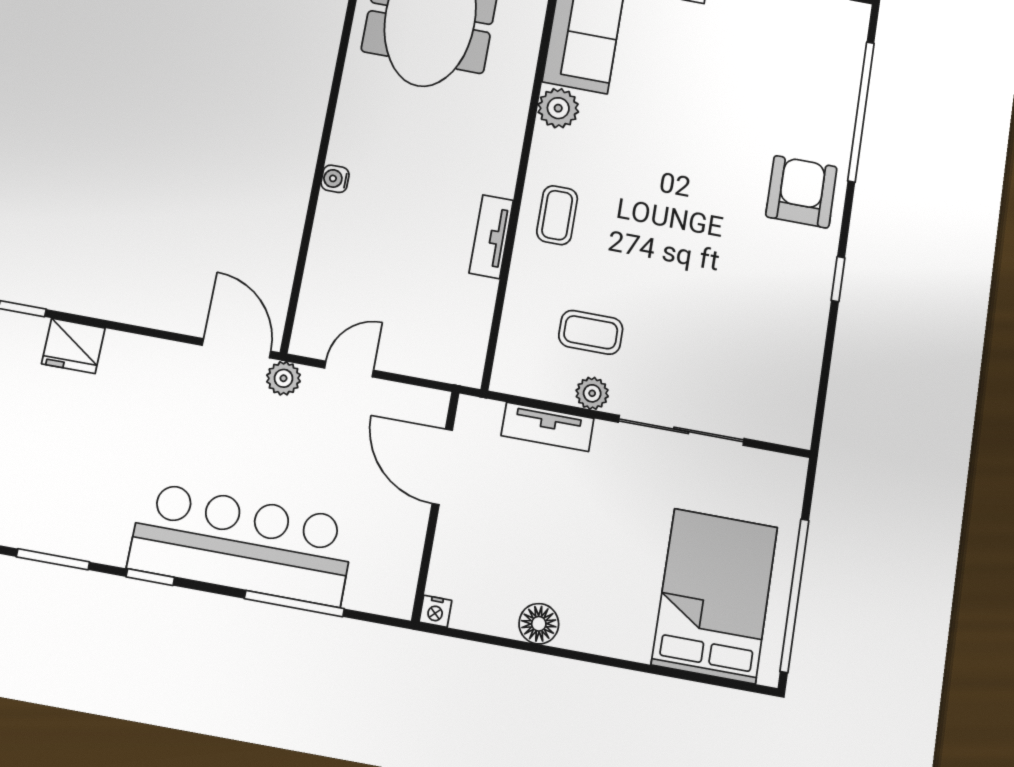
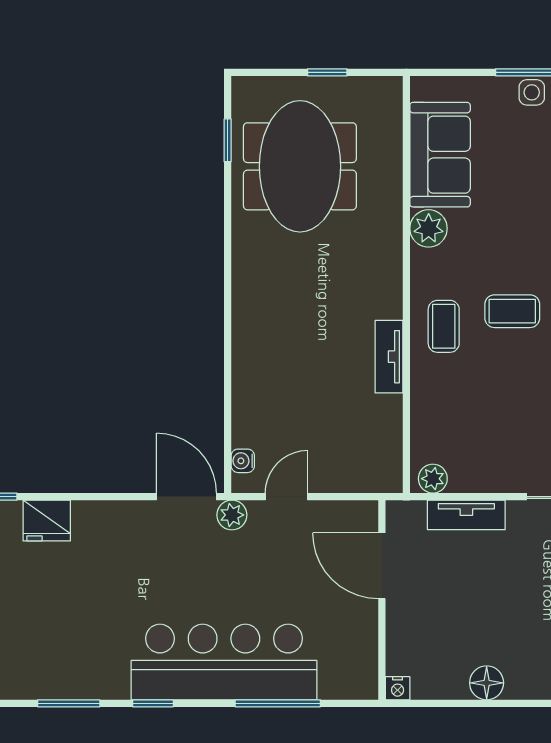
water cooler: (335, 179) -> (243, 461), moved
coffee table: (591, 332) -> (512, 311), moved
plant: (592, 393) -> (433, 479), moved

